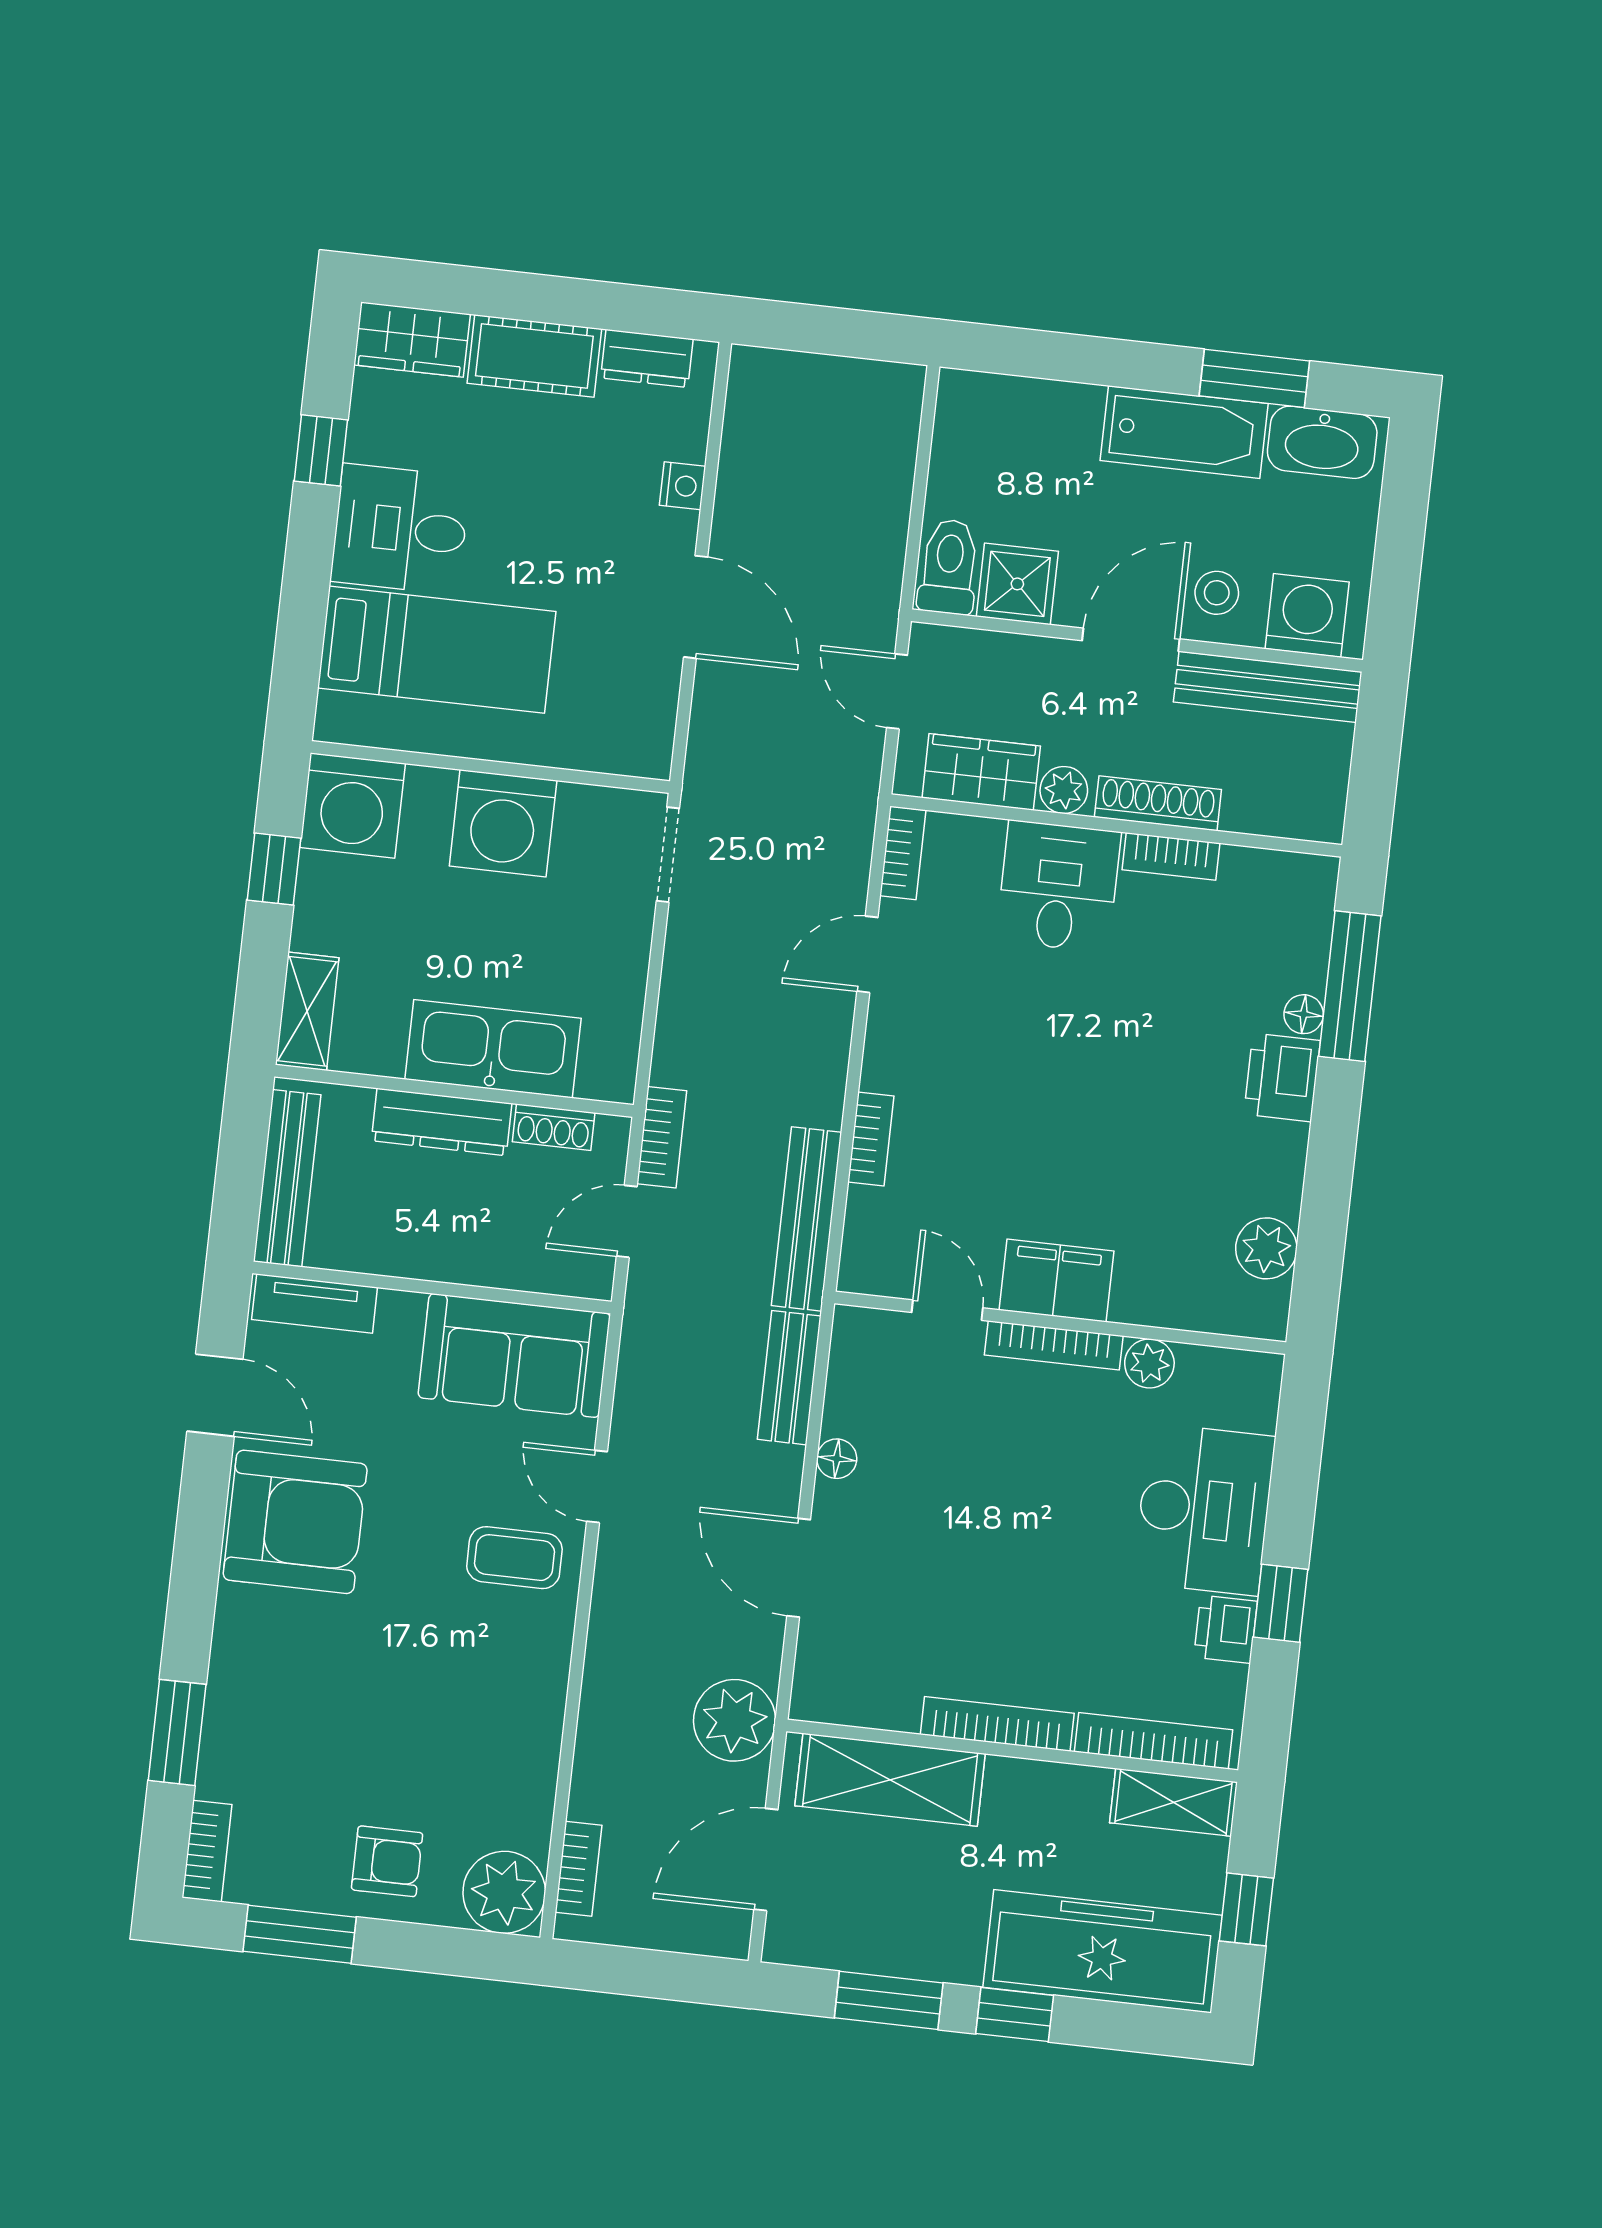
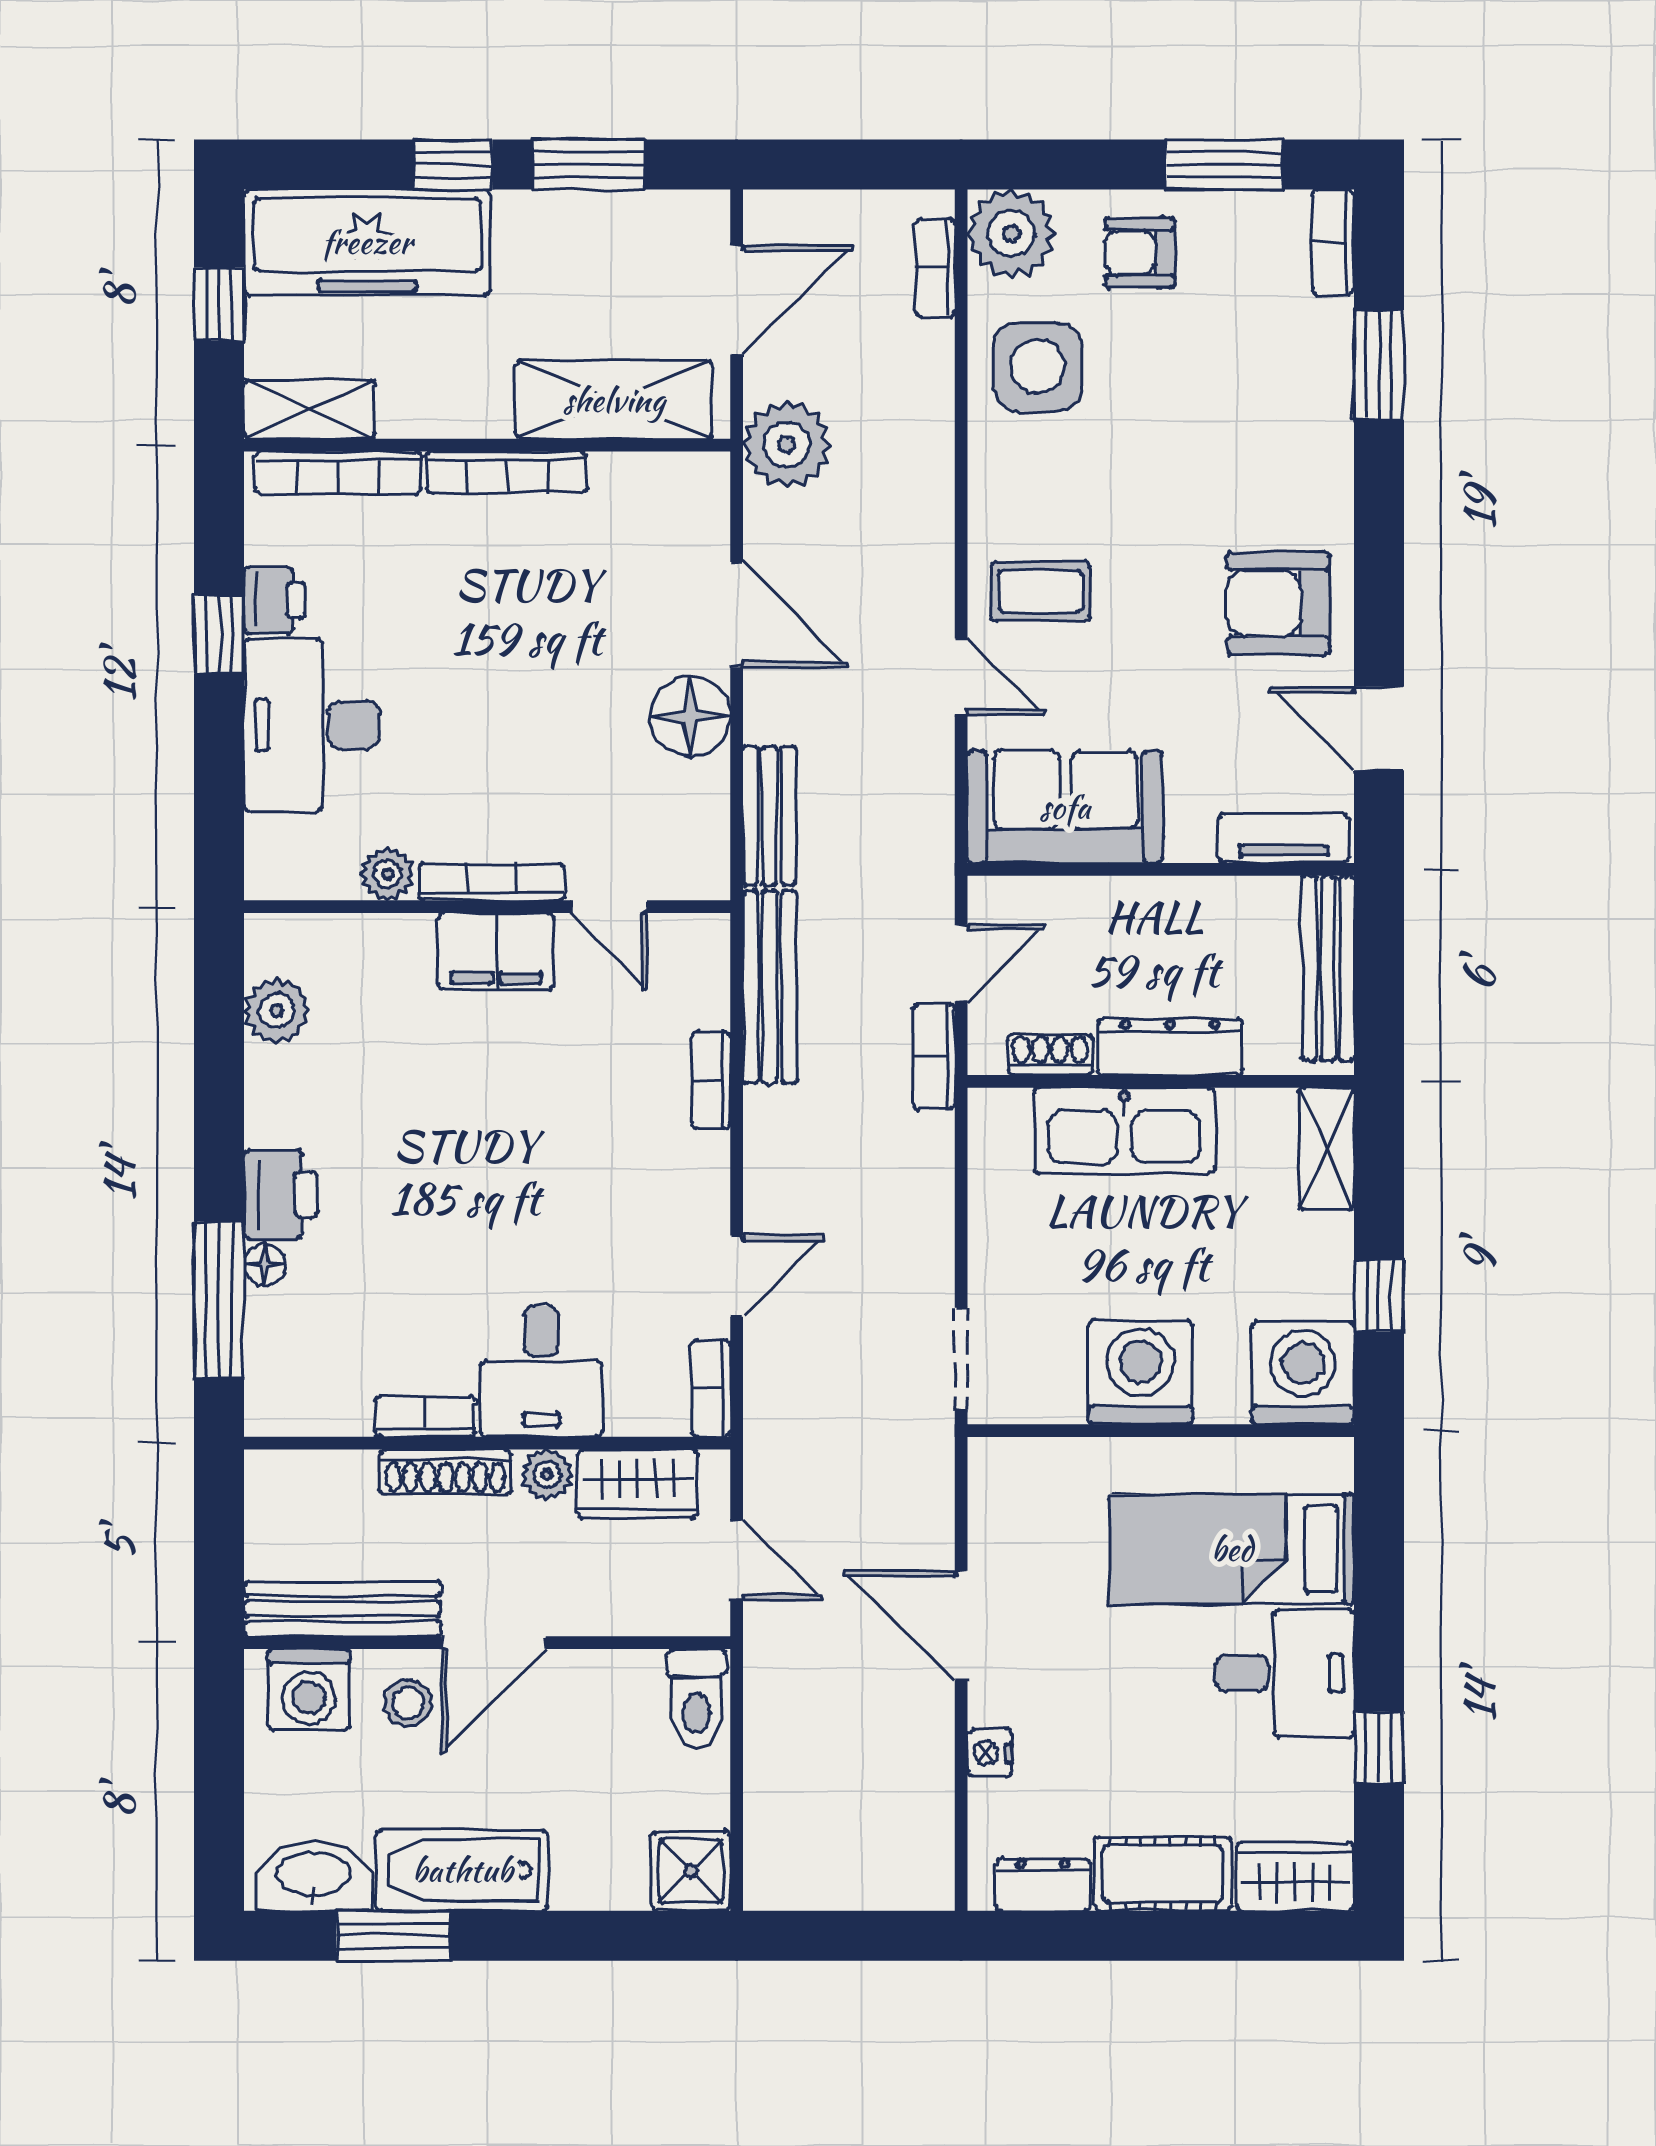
shower: (1017, 584) -> (691, 1871), moved
floor lamp: (837, 1459) -> (690, 716), width x1.89, depth x1.89
armchair: (295, 1522) -> (1278, 603), width x0.73, depth x0.73
side table: (494, 1766) -> (1038, 367), added

